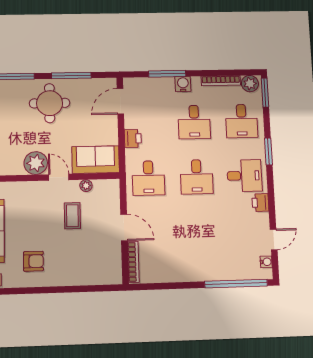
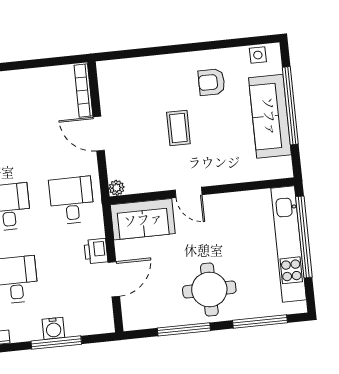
water cooler: (183, 84) -> (53, 328), moved
door: (120, 101) -> (114, 279), moved
plant: (36, 163) -> (220, 208), removed
plant: (86, 186) -> (116, 188), moved
coffee table: (72, 216) -> (178, 128), moved

